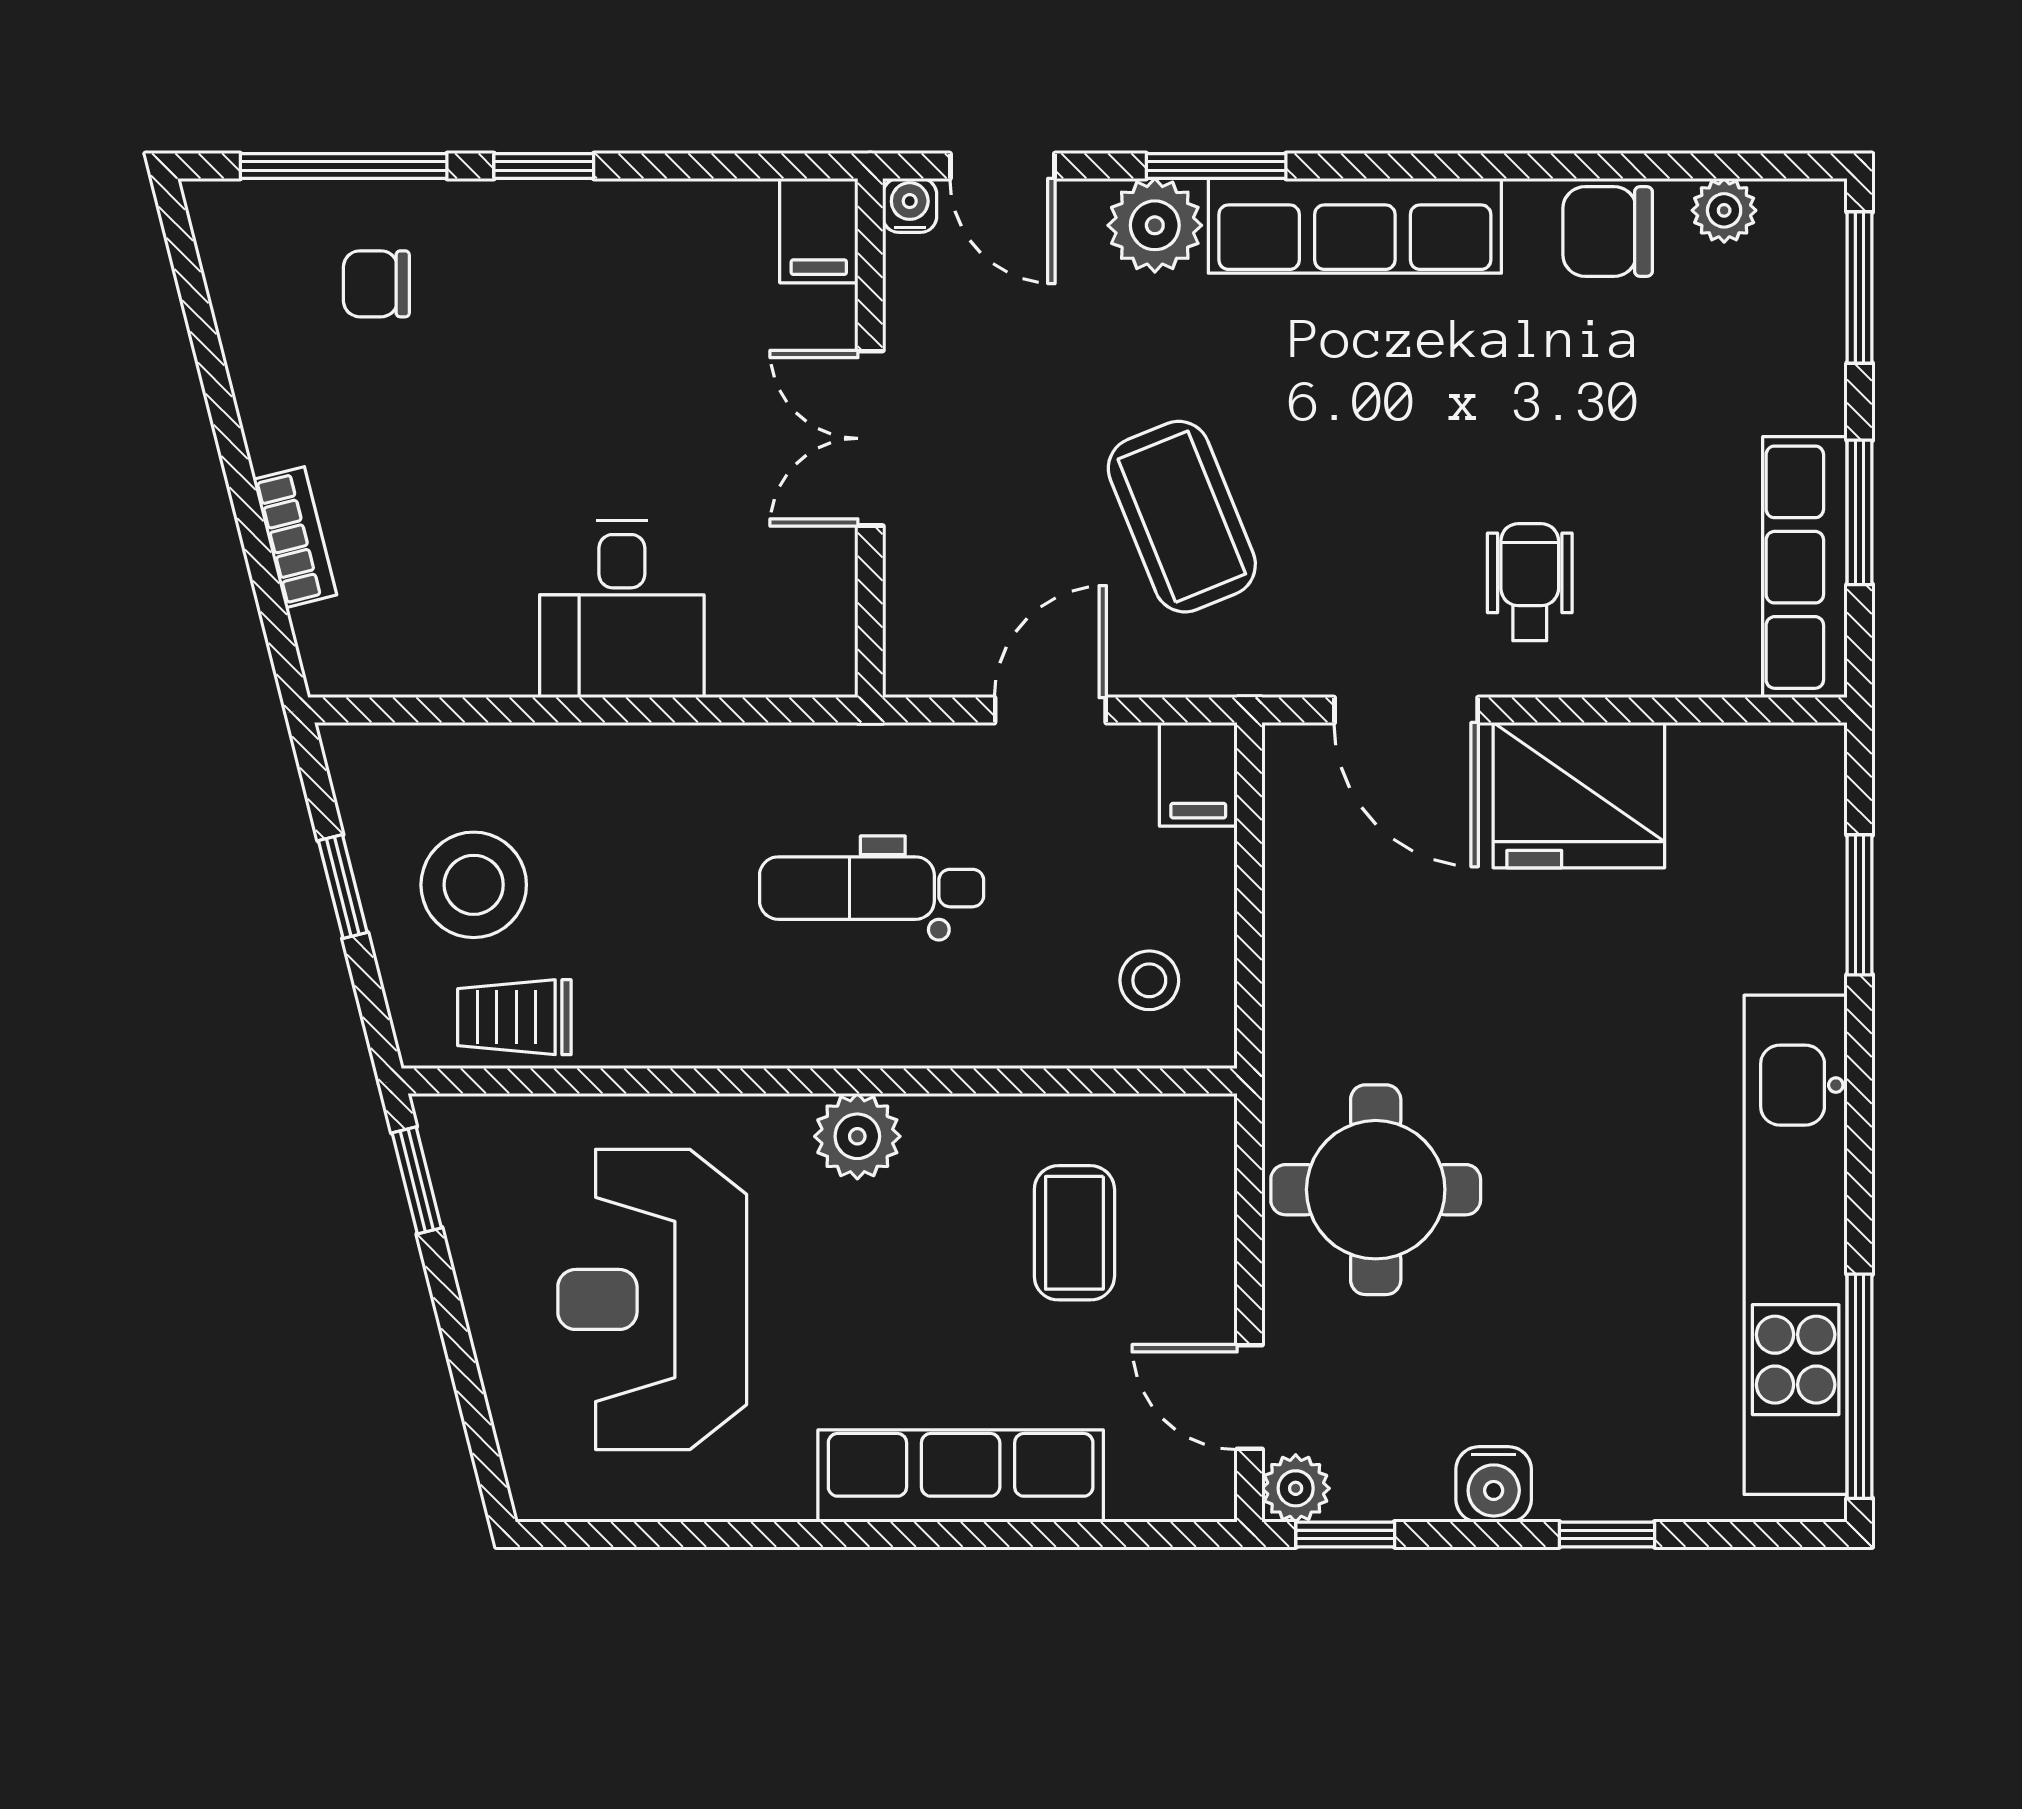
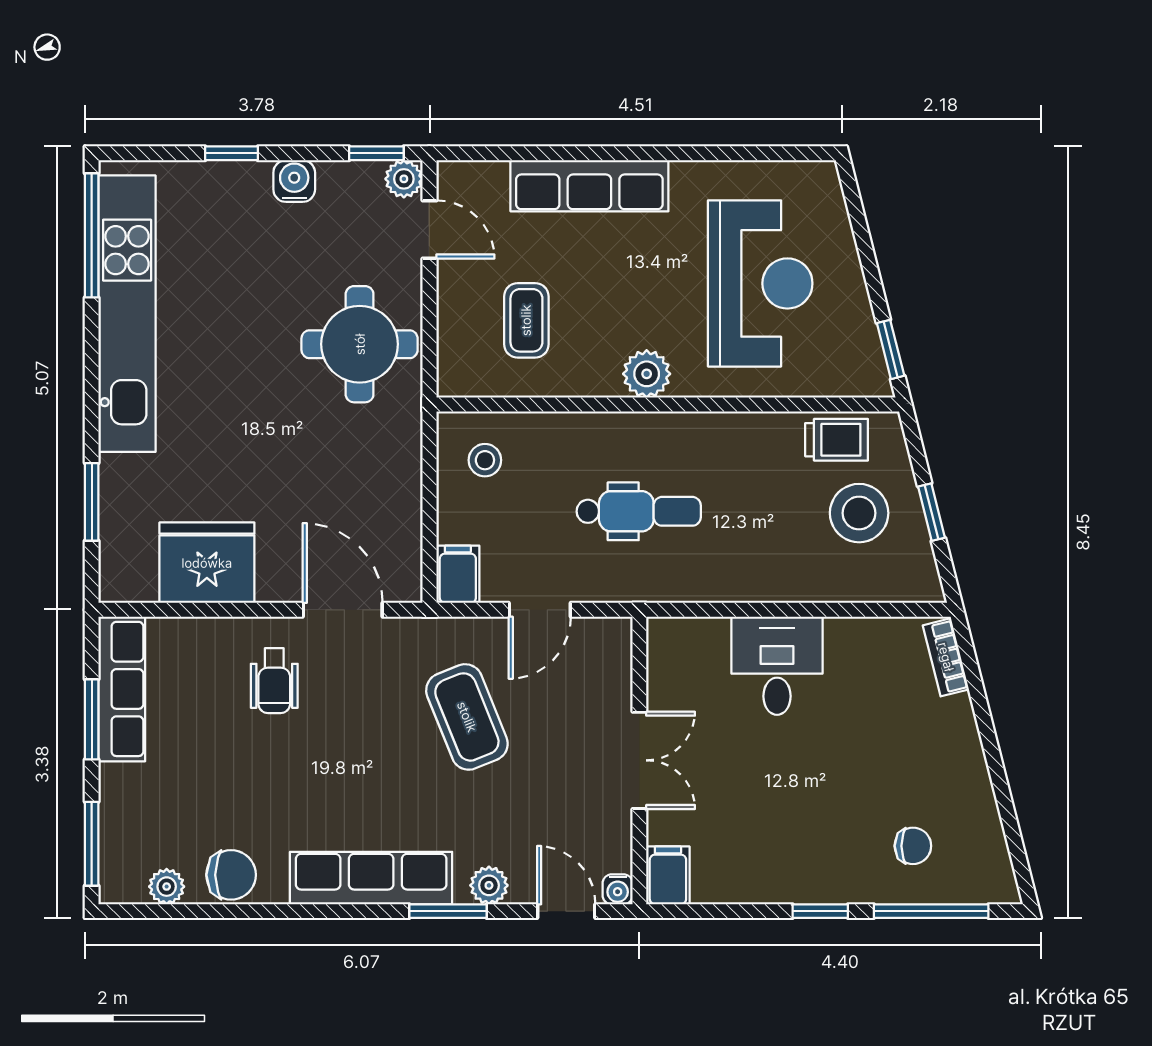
plant: (1155, 225) -> (489, 885), width x0.73, depth x0.73
bookcase: (295, 537) -> (946, 657), moved
fridge: (1579, 795) -> (207, 563), moved

